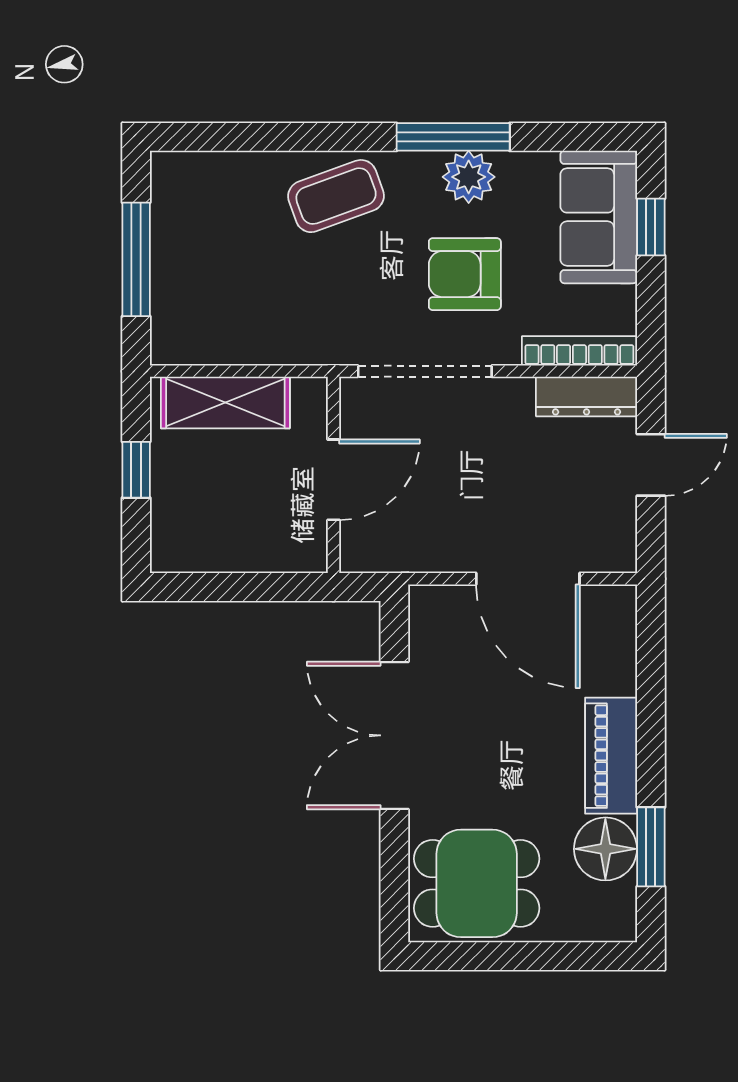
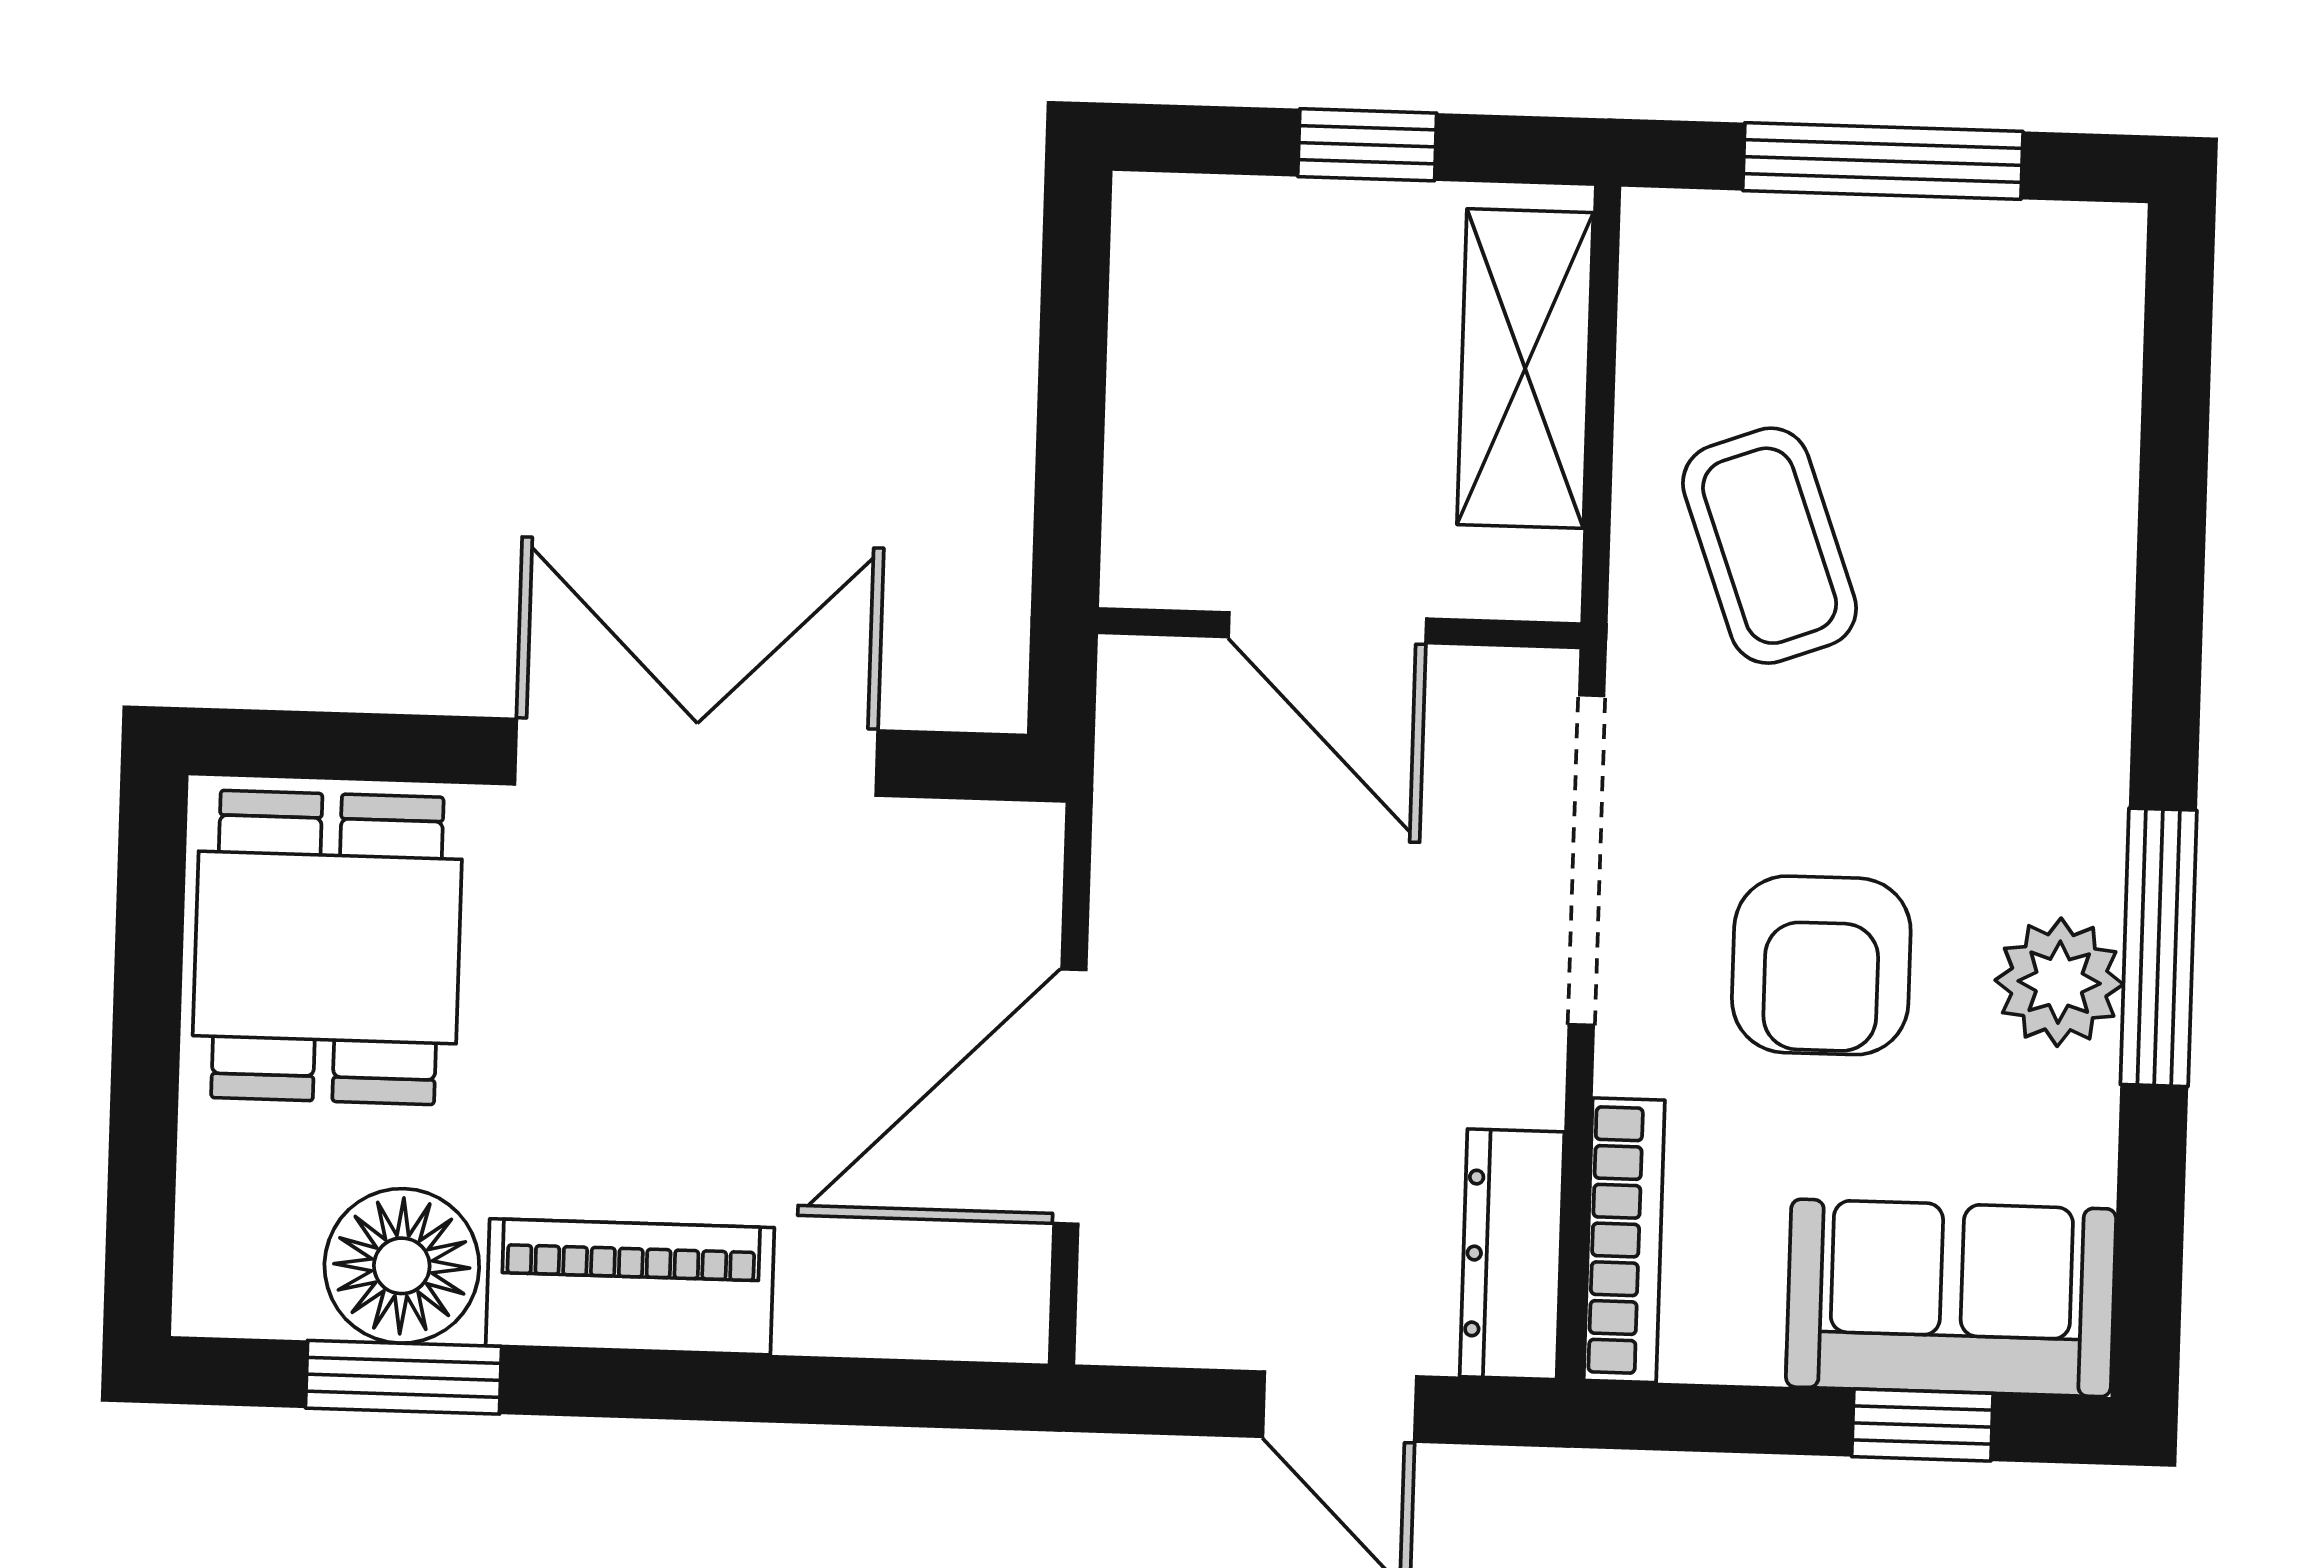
coffee table: (336, 196) -> (1770, 546), moved
armchair: (465, 274) -> (1821, 965), turned 180

